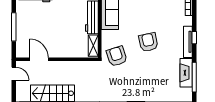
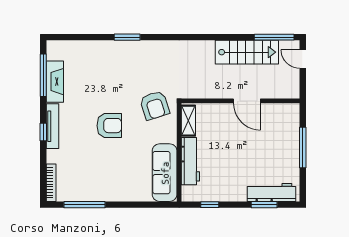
armchair: (148, 42) -> (109, 126), turned -78
door: (39, 59) -> (247, 101), moved
door: (14, 74) -> (303, 59), moved

